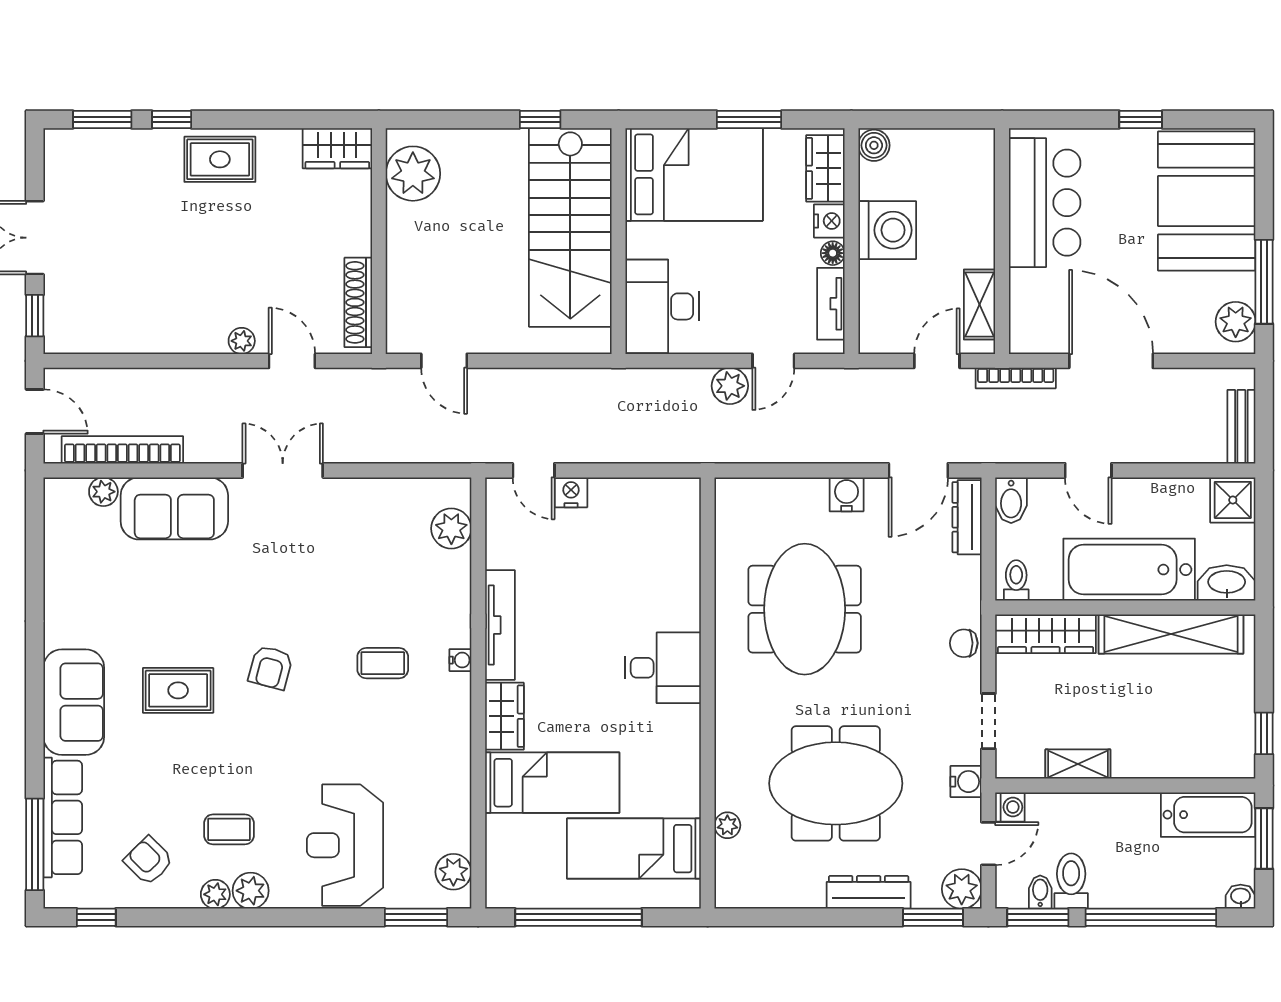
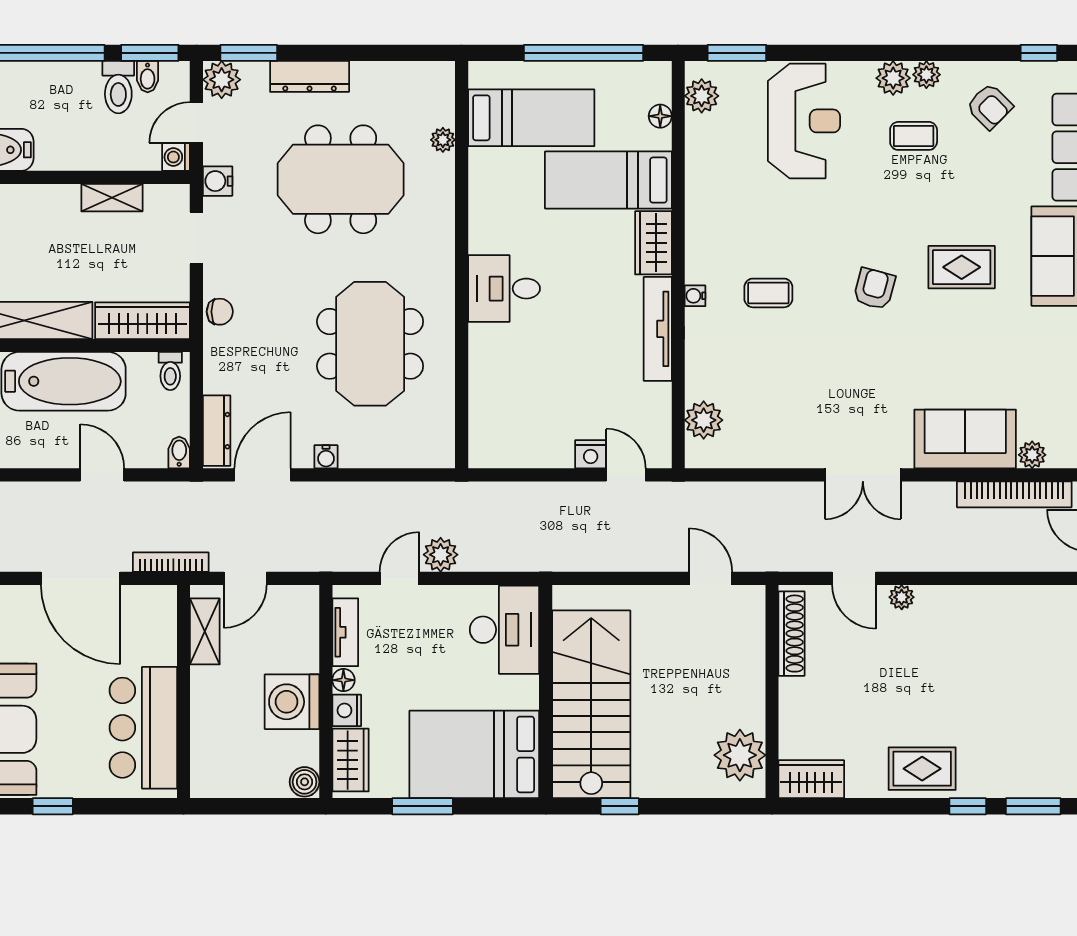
water cooler: (847, 494) -> (326, 457), width x0.72, depth x0.72
bidet: (1011, 500) -> (179, 452), width x0.72, depth x0.74
floor lamp: (497, 850) -> (660, 116), added

